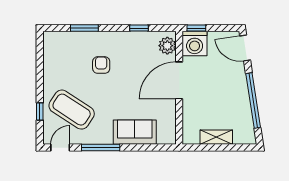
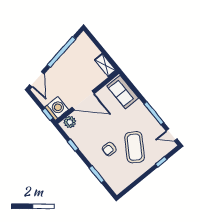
coffee table: (72, 110) -> (135, 147), moved
sofa: (135, 132) -> (123, 92), moved
shelving: (216, 137) -> (105, 65), moved

